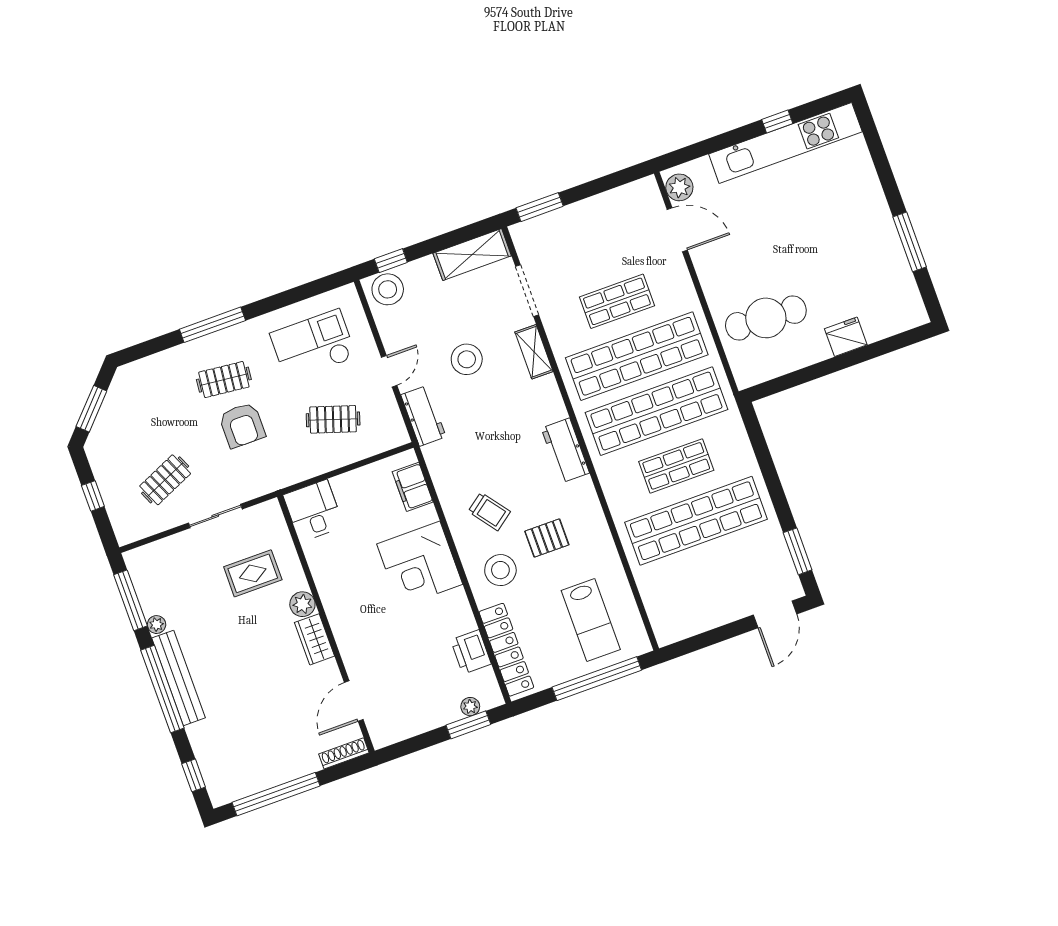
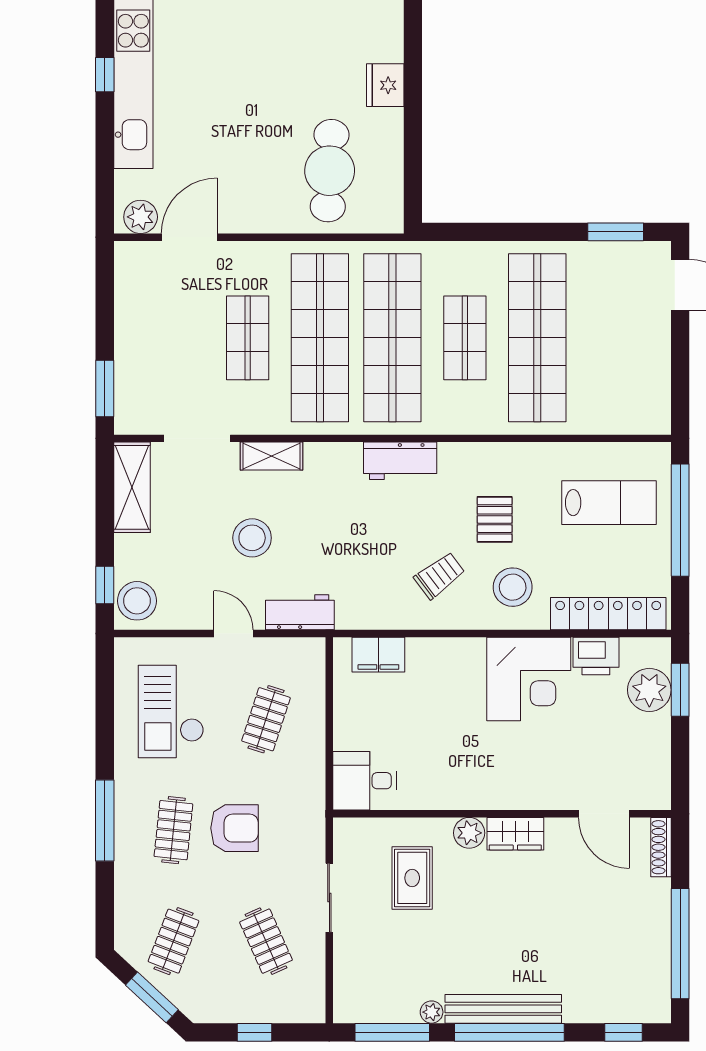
clothes rail: (140, 410) -> (173, 941), added
corner desk: (420, 564) -> (529, 679), moved
plant: (470, 707) -> (649, 690), width x1.88, depth x1.88

